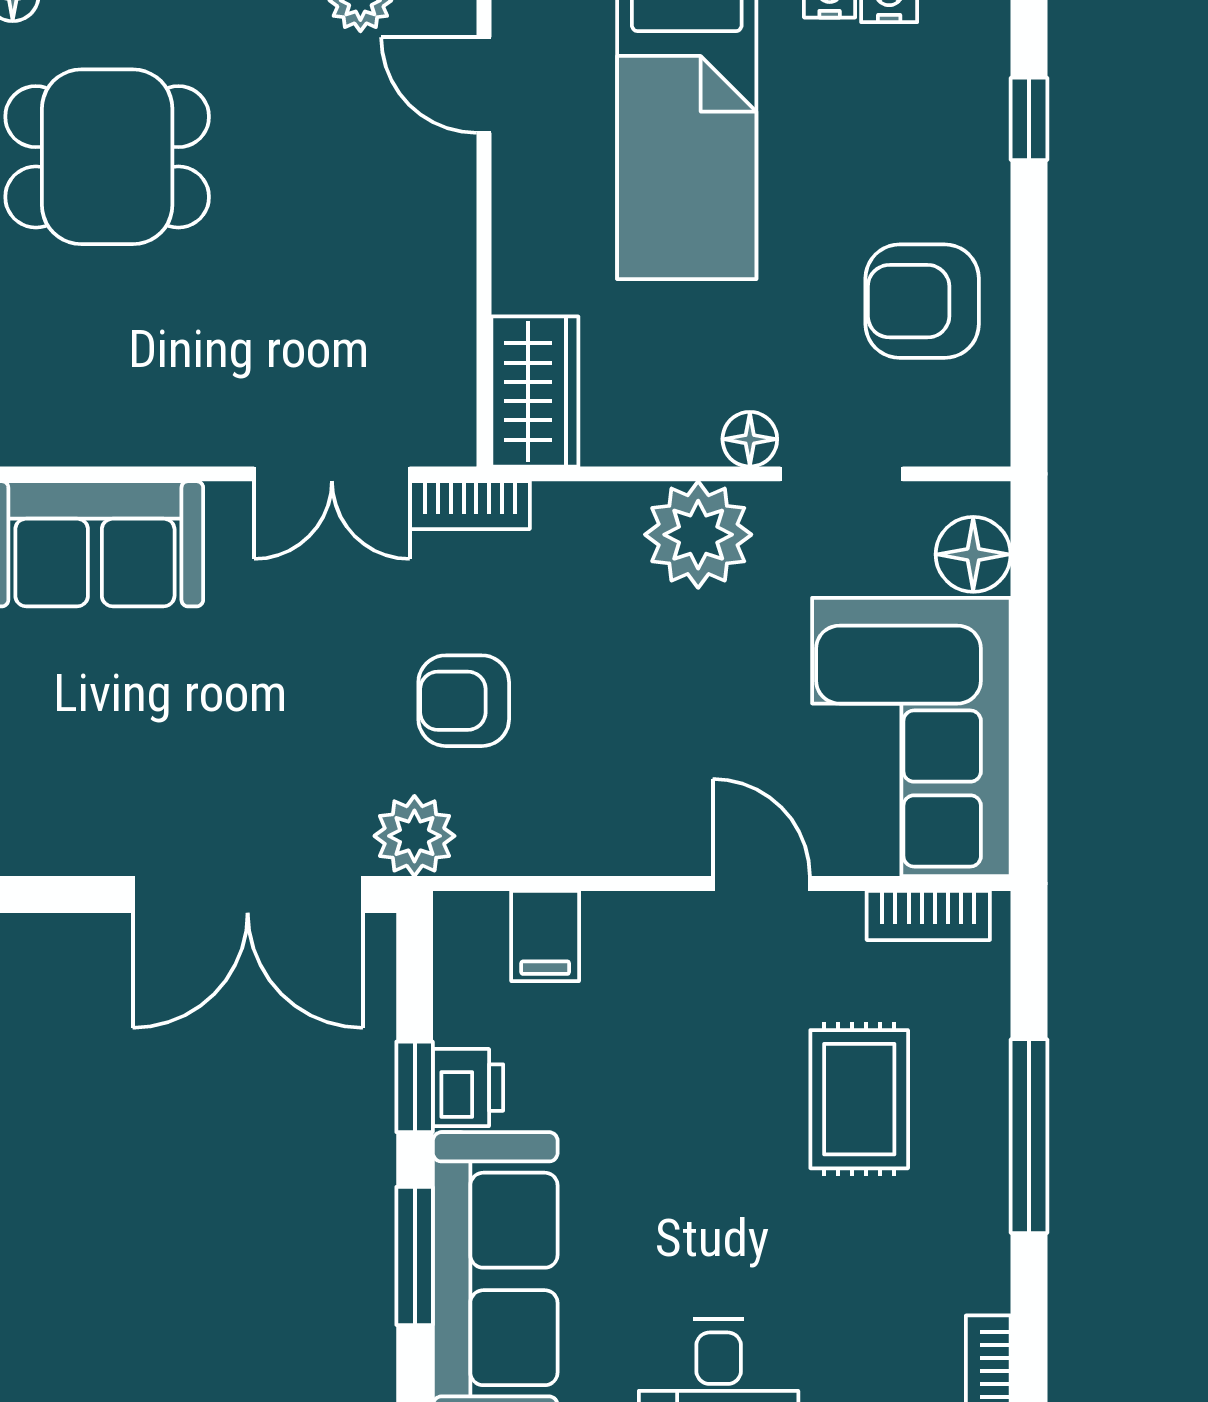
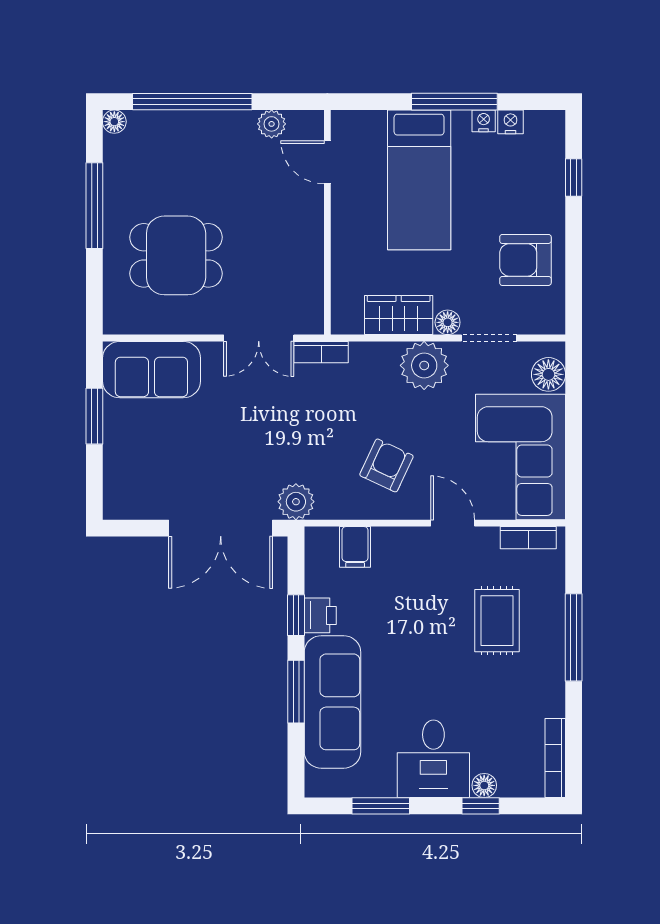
dining table: (107, 157) -> (176, 255), moved
wardrobe: (535, 392) -> (399, 315), moved, turned -90
armchair: (464, 701) -> (386, 465), moved, turned 115

